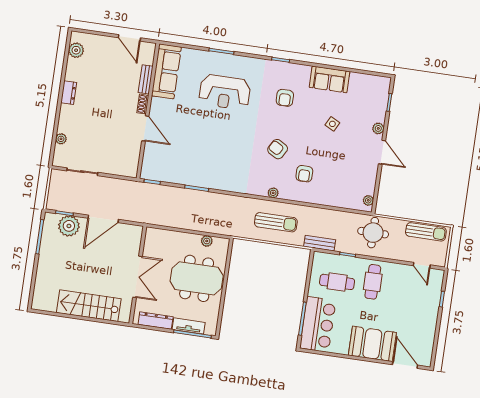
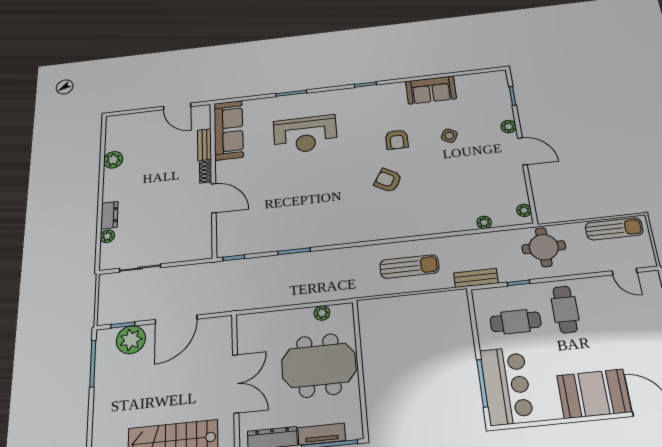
plant: (76, 50) -> (113, 160), moved
dresser: (69, 93) -> (109, 215), moved
armchair: (285, 98) -> (397, 140), moved
armchair: (304, 174) -> (430, 200), removed
plant: (273, 193) -> (484, 222), moved

